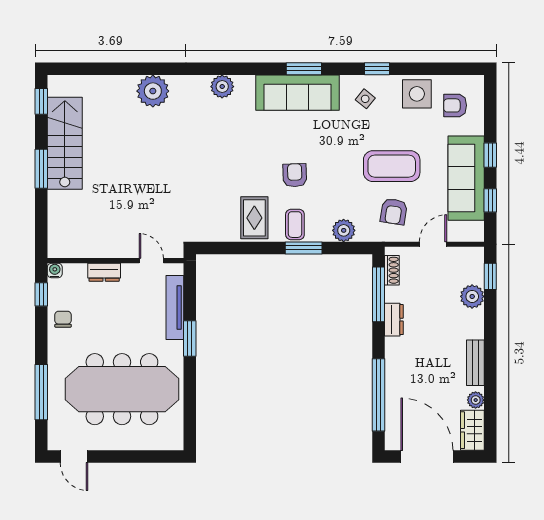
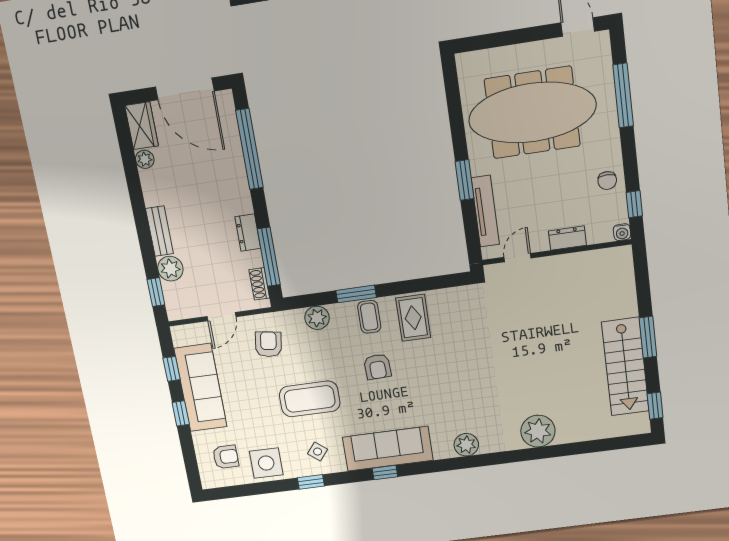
window: (304, 69) -> (385, 473), width x0.67
coffee table: (392, 166) -> (310, 399), moved
door: (151, 261) -> (517, 258), swing flipped
bench: (475, 363) -> (159, 231), moved

